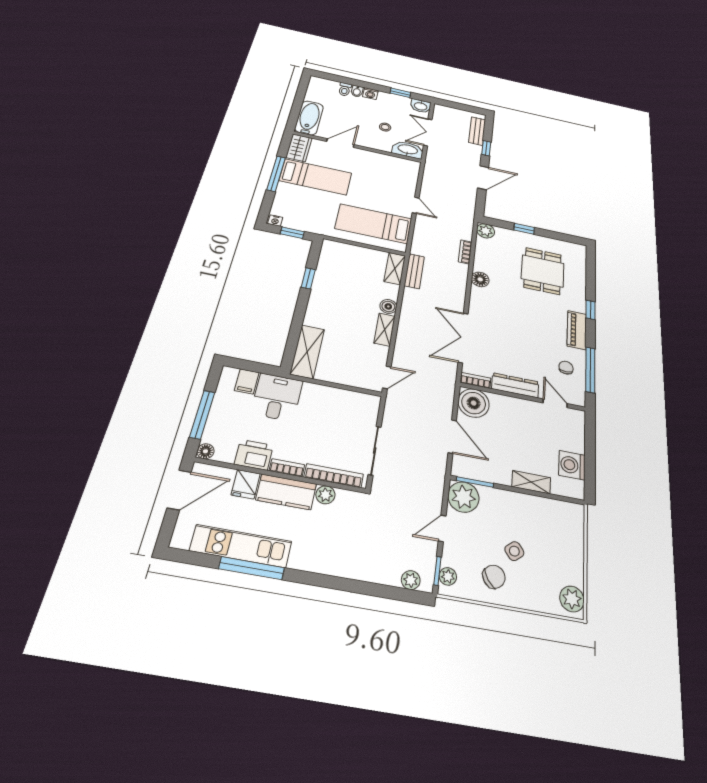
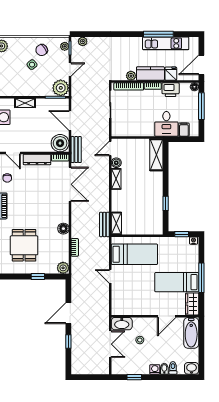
washbasin: (421, 106) -> (192, 368), moved
bench: (477, 131) -> (76, 150), moved
boiler: (388, 306) -> (116, 163), moved

